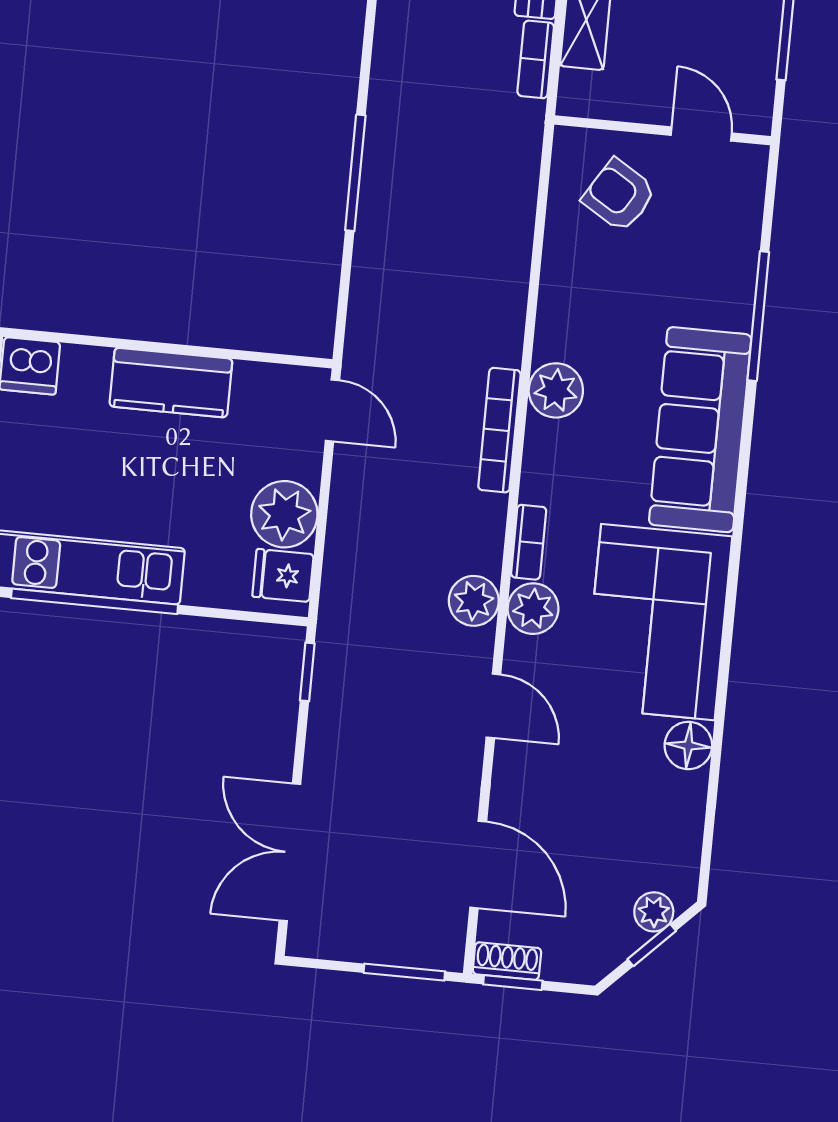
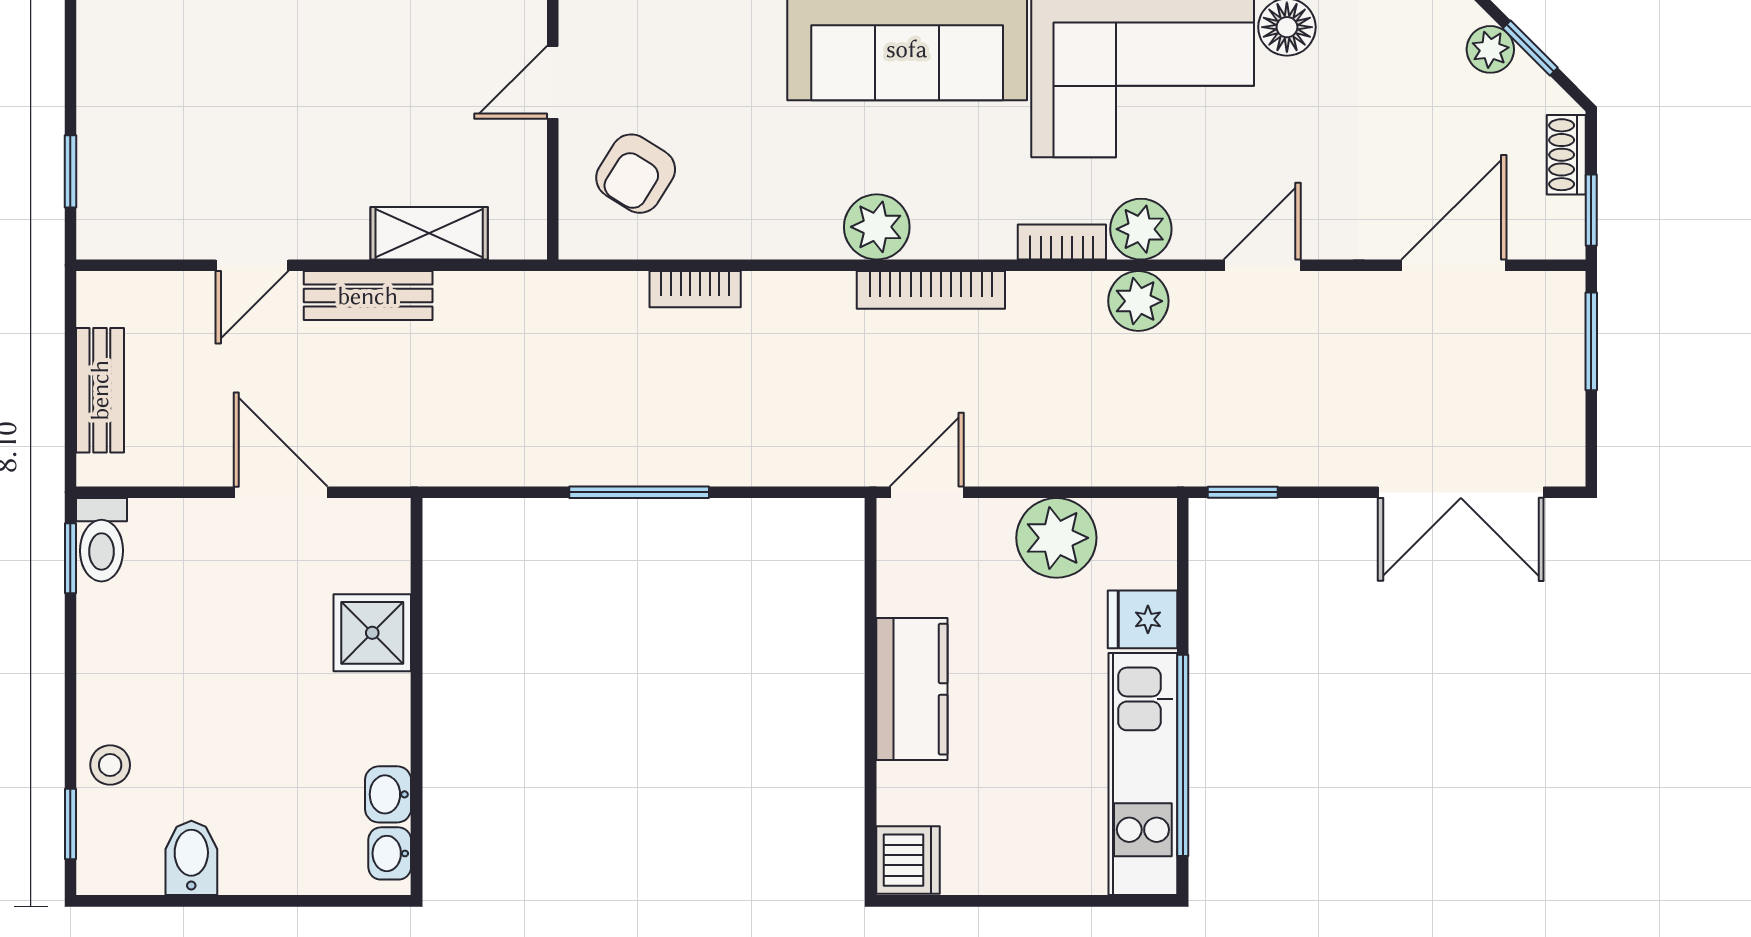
bookcase: (536, 59) -> (695, 289), moved
fridge: (283, 575) -> (1142, 619), moved, turned 90
shoe rack: (507, 961) -> (1566, 155), moved

